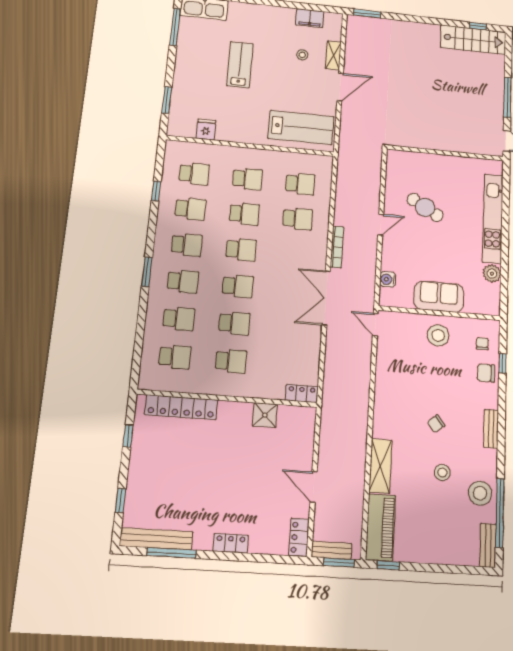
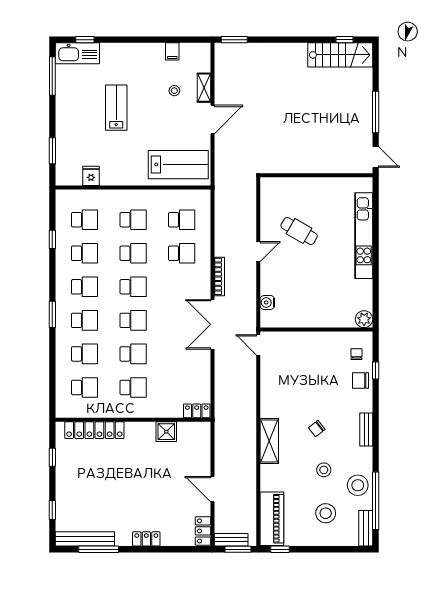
filing cabinet: (310, 18) -> (172, 51), width x0.50
plant: (492, 274) -> (364, 319), moved
sofa: (439, 297) -> (315, 314), removed
stool: (438, 335) -> (326, 513), moved
shelving: (380, 466) -> (269, 441), moved

